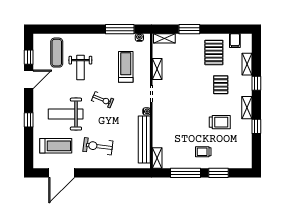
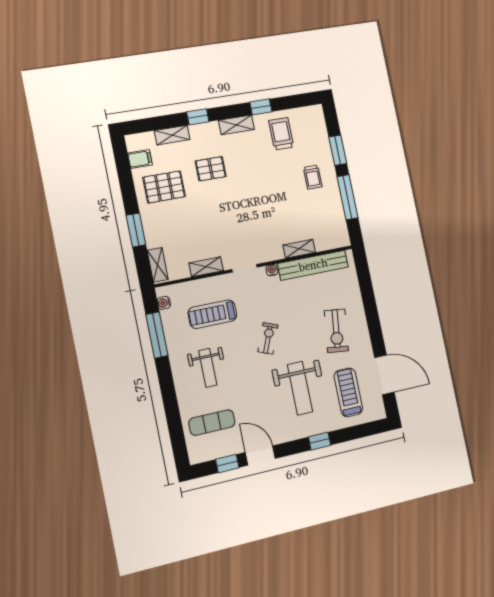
weight bench: (80, 68) -> (208, 368), moved, turned 90
trolley: (220, 122) -> (281, 134), moved
shelving: (157, 158) -> (299, 249), moved

